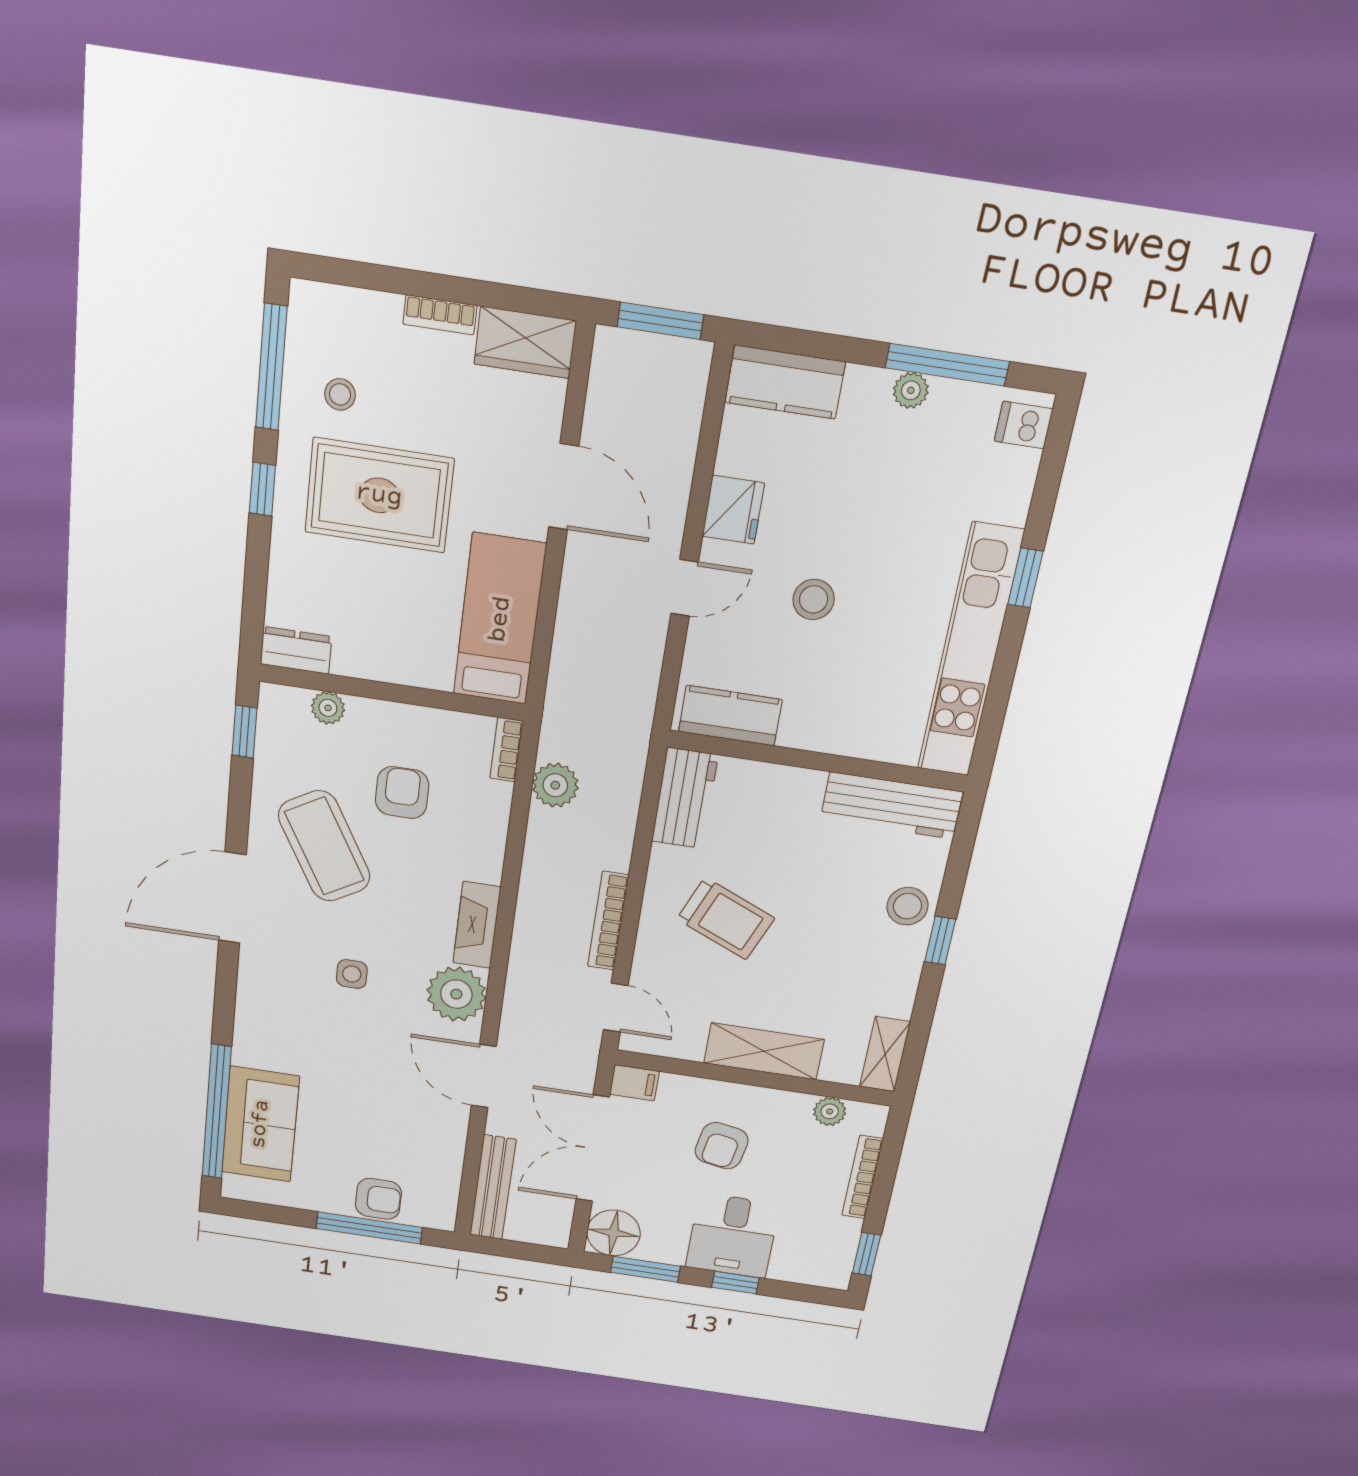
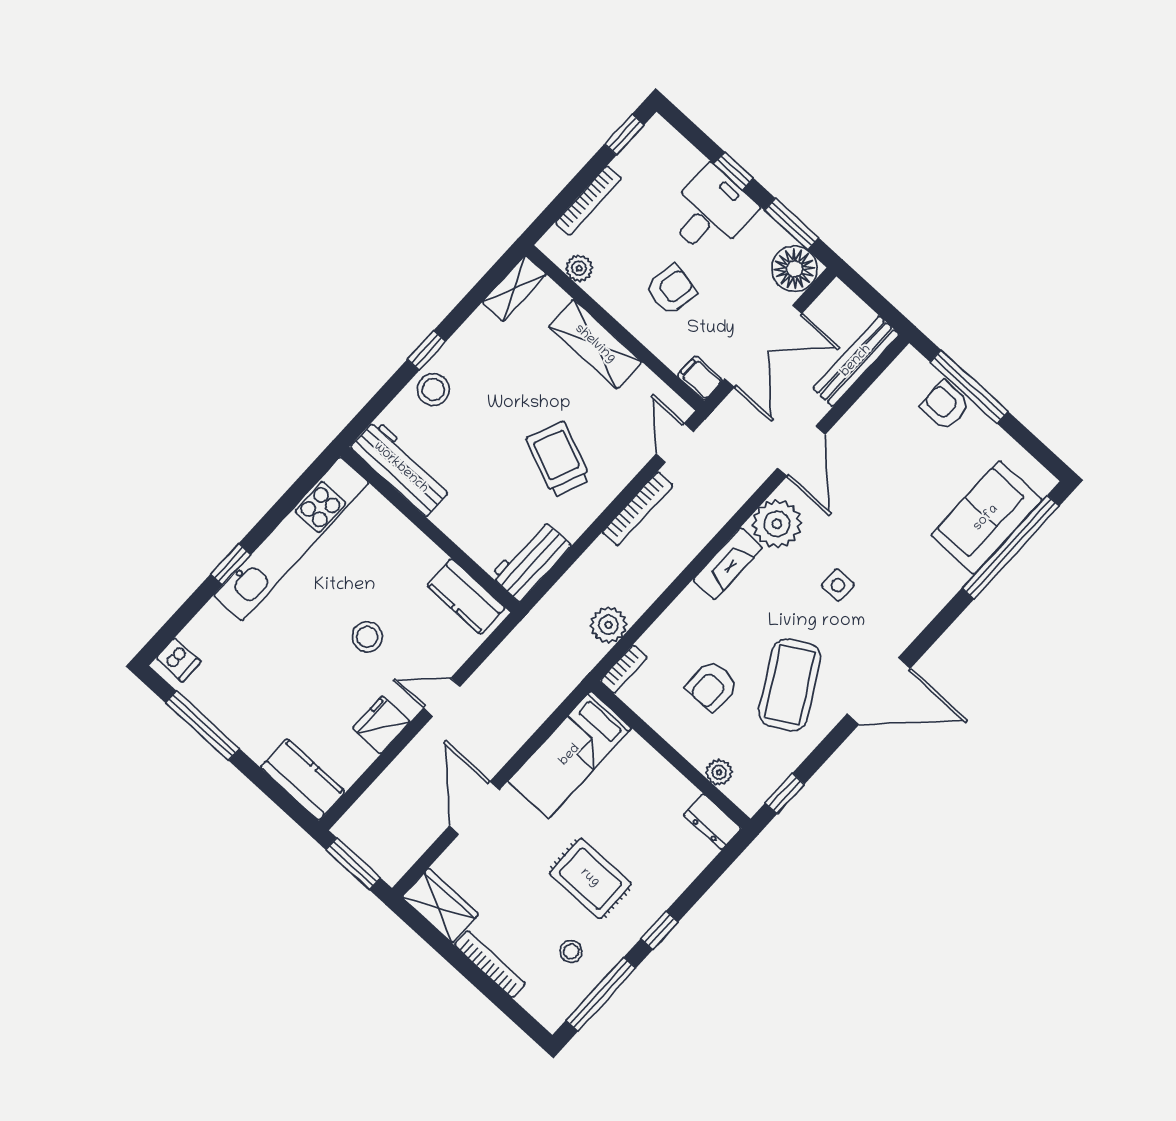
bookcase: (440, 315) -> (490, 964), width x1.56
plant: (911, 390) -> (232, 725), removed
rug: (379, 495) -> (590, 878), width x0.73, depth x0.70

